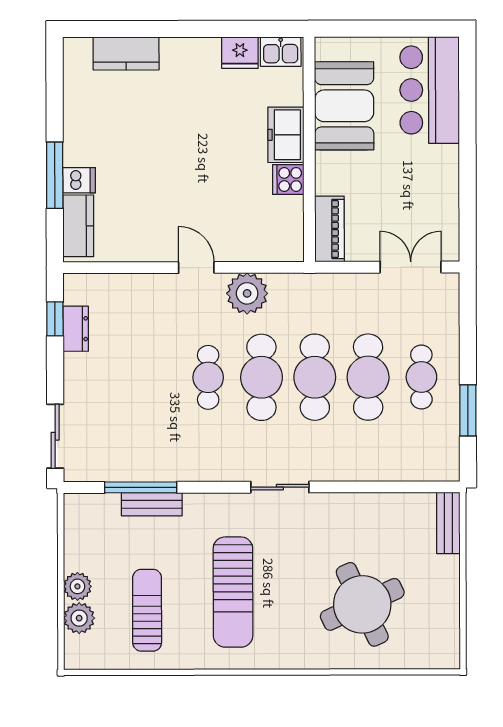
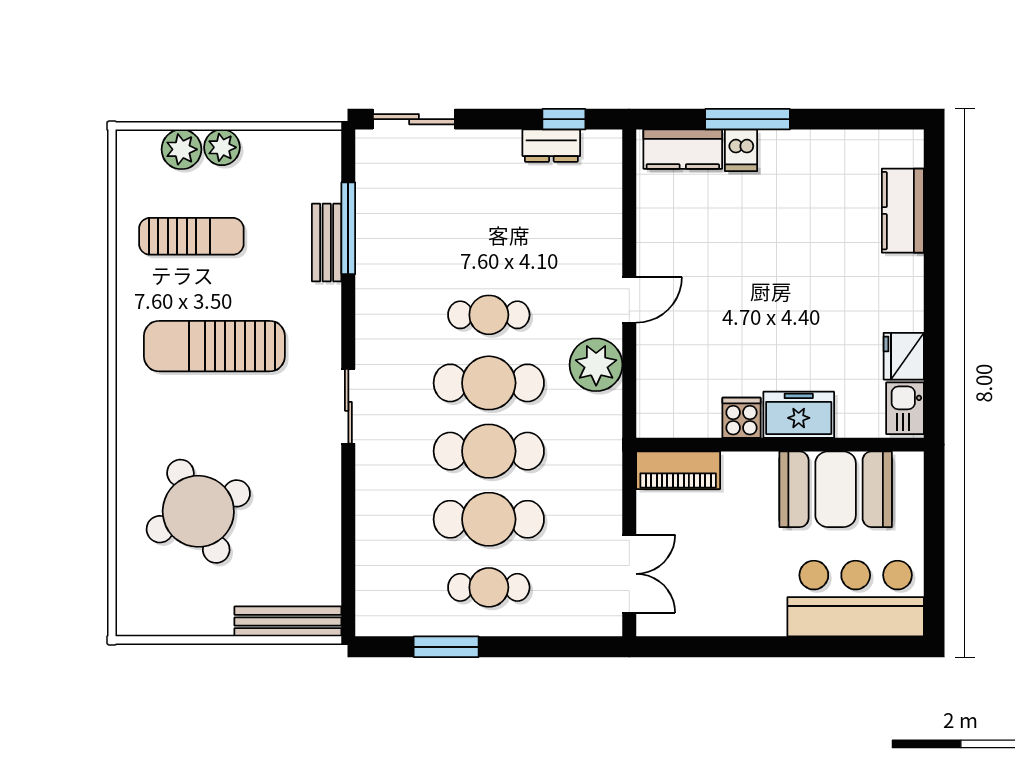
bench: (448, 523) -> (288, 621), width x1.36

